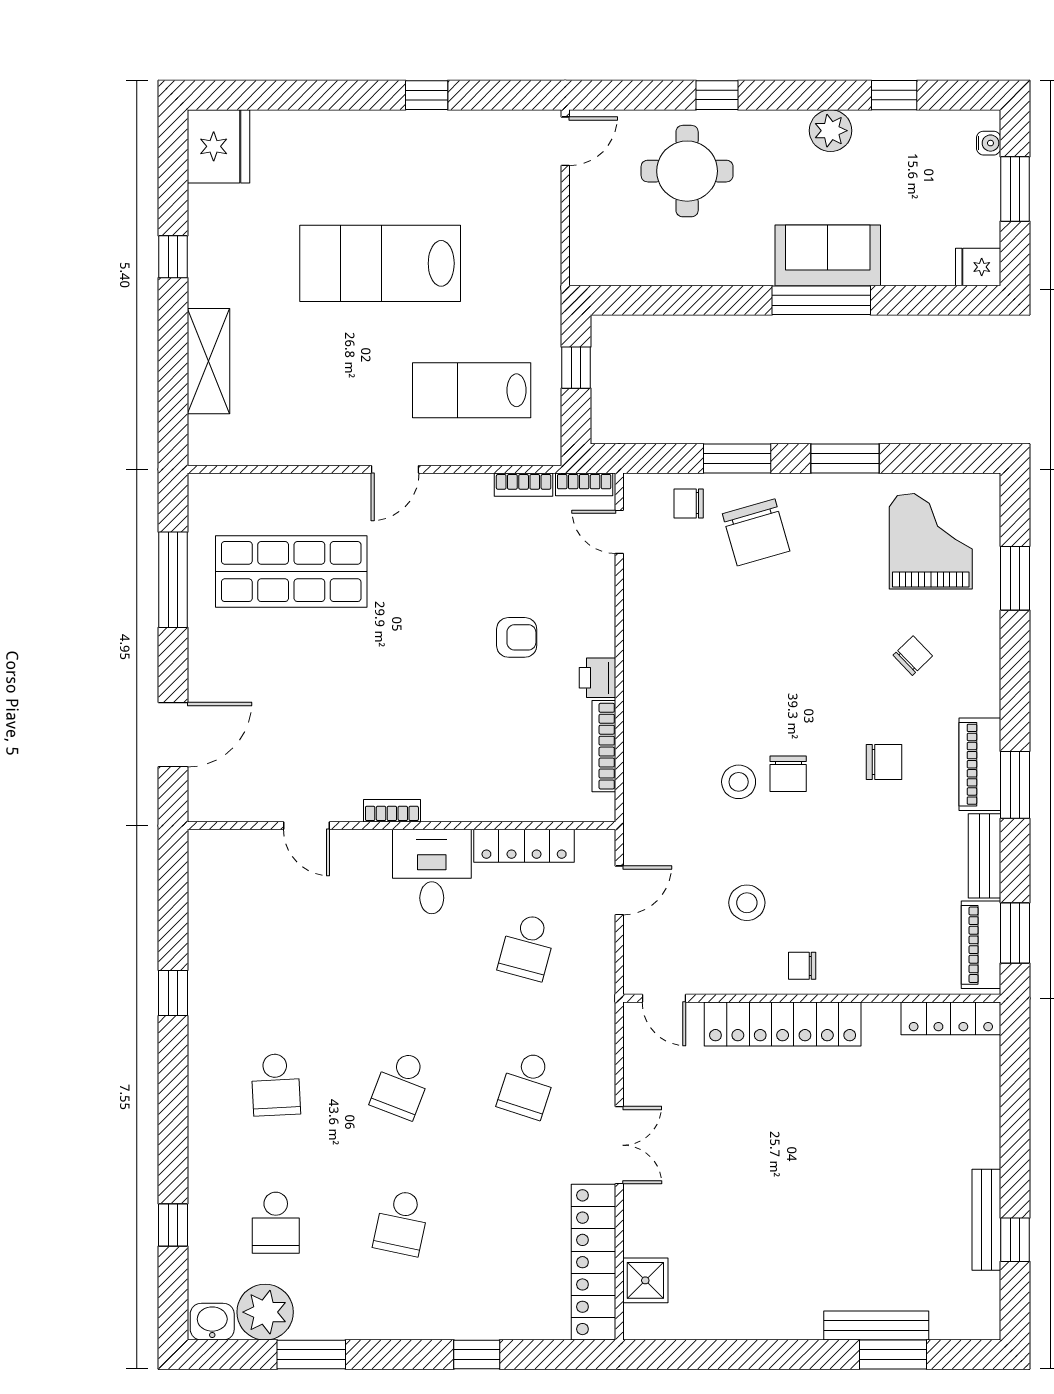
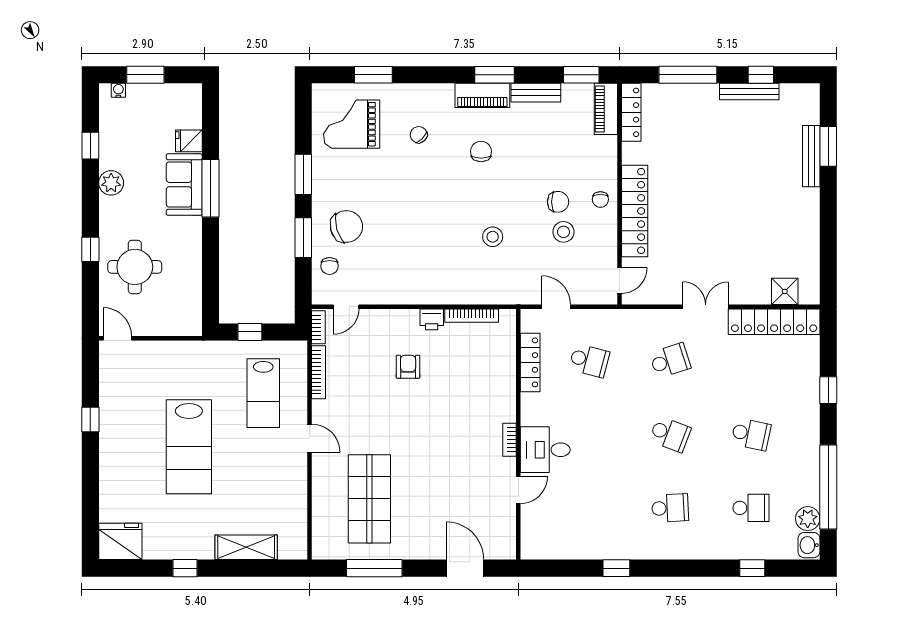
fridge: (978, 267) -> (189, 141), moved, turned 90
bookcase: (524, 485) -> (319, 372), width x1.56
chair: (788, 774) -> (558, 202), moved
desk: (432, 872) -> (545, 450), moved
piano: (981, 945) -> (606, 109), moved, turned 90
school desk: (527, 1085) -> (670, 361), turned -36
window: (1015, 1115) -> (688, 75), added
plant: (265, 1312) -> (808, 519), width x0.73, depth x0.73
window: (311, 1355) -> (828, 487), width x2.11

